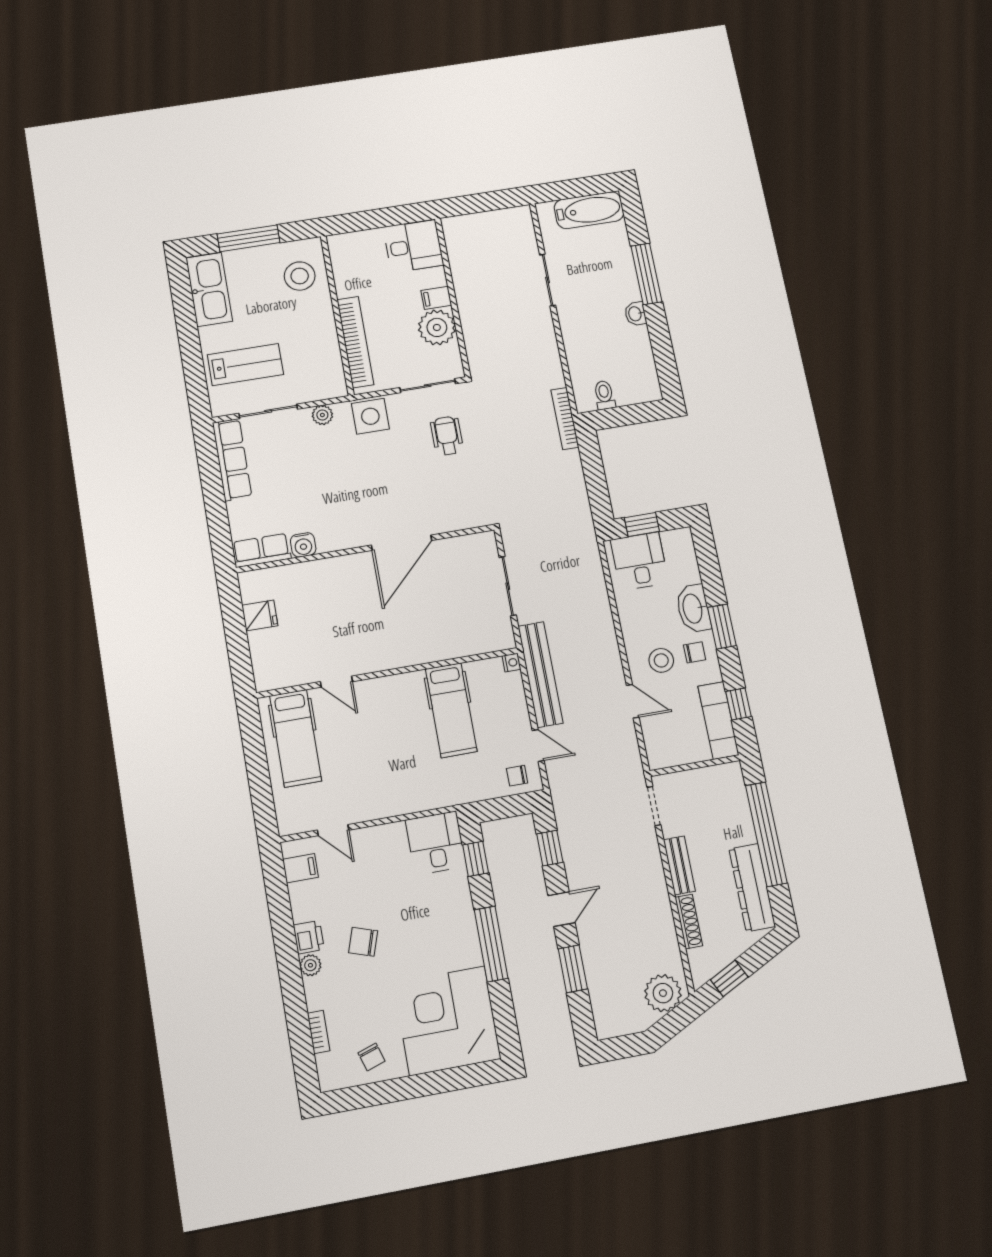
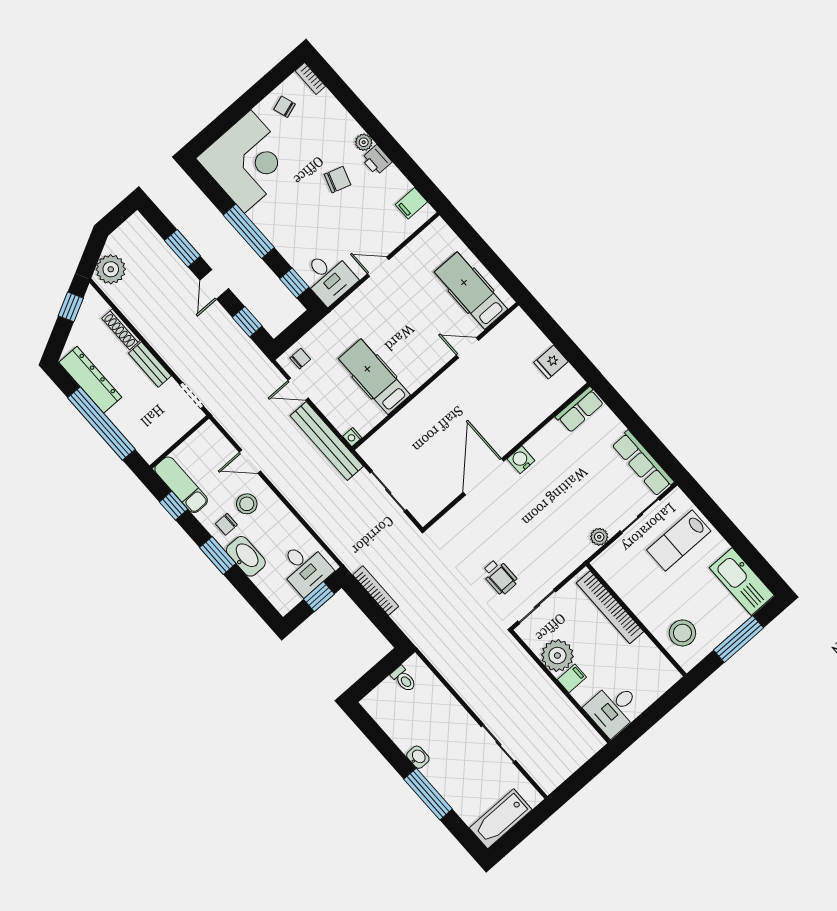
side table: (370, 416) -> (564, 557), removed
bookcase: (565, 419) -> (376, 591), moved
water cooler: (303, 545) -> (521, 460), moved
door: (333, 830) -> (378, 267), moved
bookcase: (319, 1032) -> (310, 78), moved

